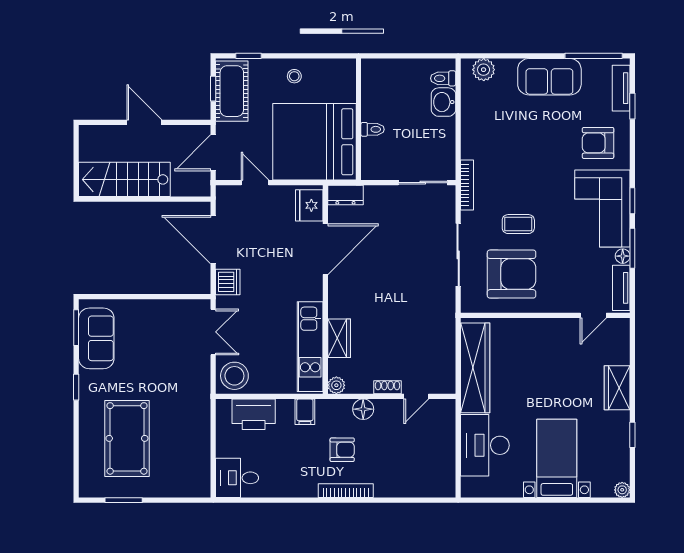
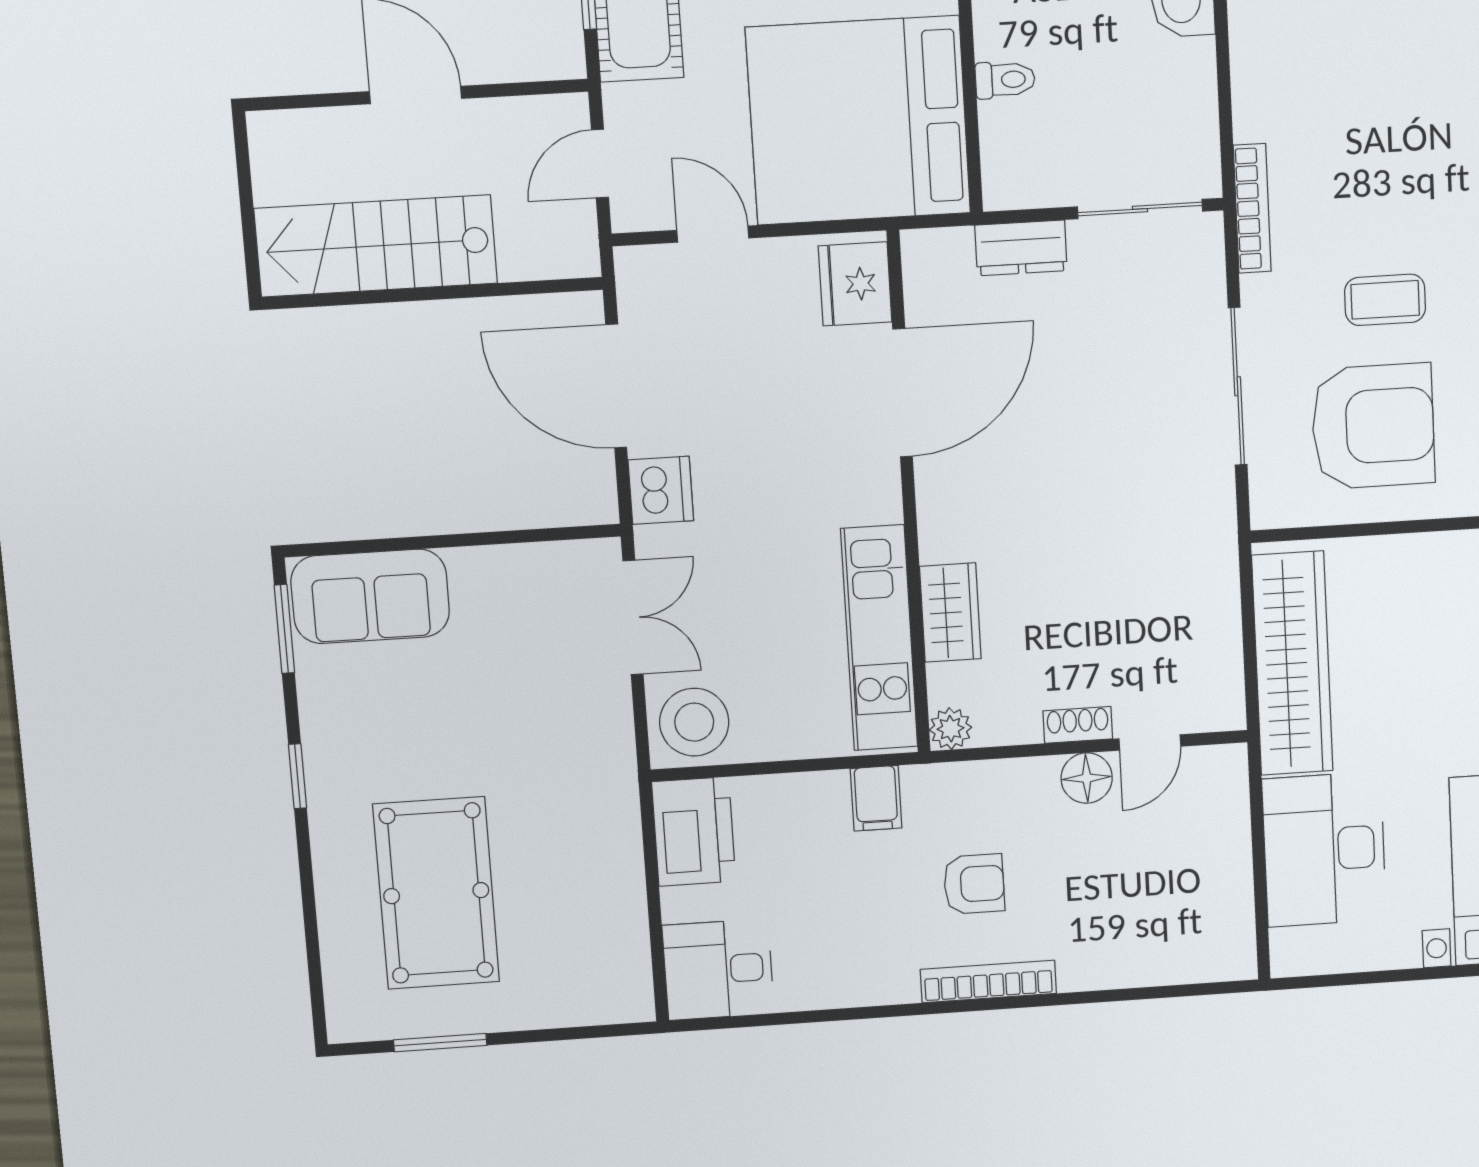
door: (213, 153) -> (600, 163), width x0.73
dresser: (345, 195) -> (1021, 248), moved
sofa: (96, 338) -> (370, 596), moved, turned 90
floor lamp: (363, 409) -> (1087, 778), moved
printer: (254, 414) -> (694, 832), moved, turned -90

